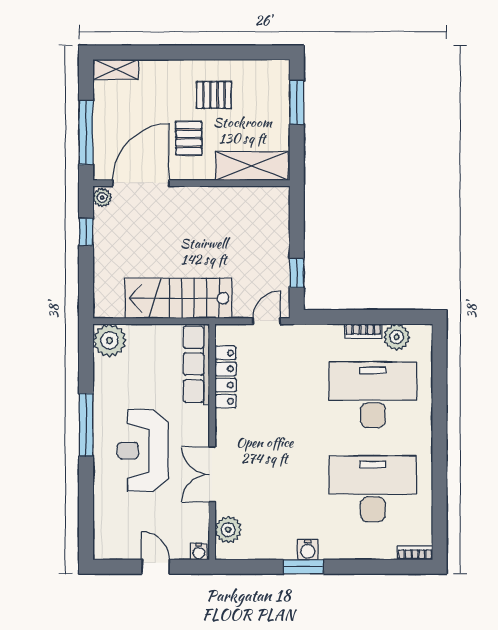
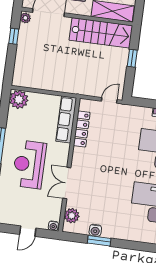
window: (297, 273) -> (132, 58), moved
stairs: (178, 298) -> (101, 33), moved, turned 180
water cooler: (308, 550) -> (95, 230), moved
door: (156, 567) -> (28, 231), swing flipped
window: (303, 567) -> (99, 241), moved

